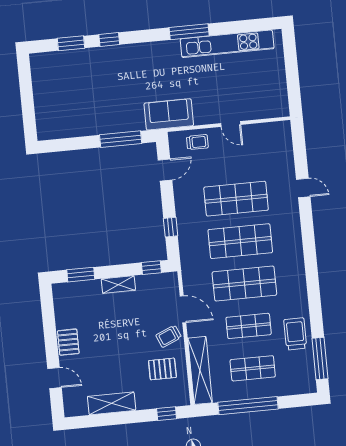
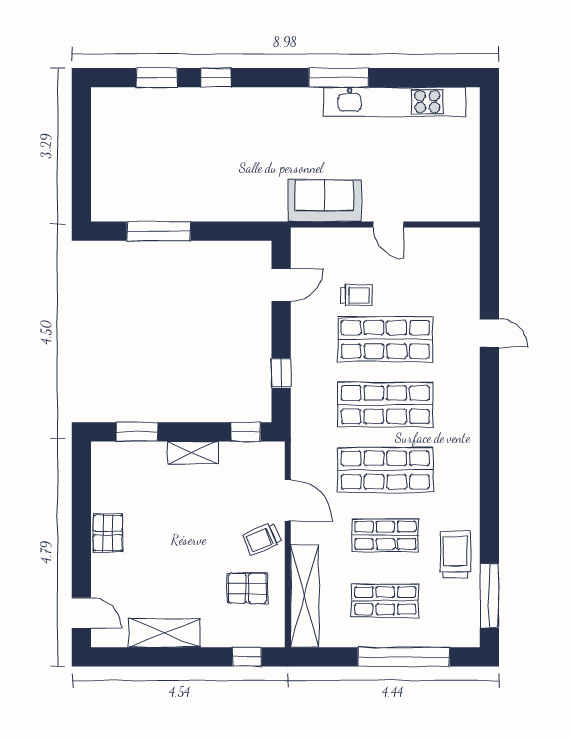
sofa: (169, 114) -> (325, 201), moved
window: (121, 139) -> (159, 231), moved
trolley: (197, 142) -> (357, 295), moved
door: (54, 378) -> (81, 613), moved
window: (248, 406) -> (404, 657), moved

